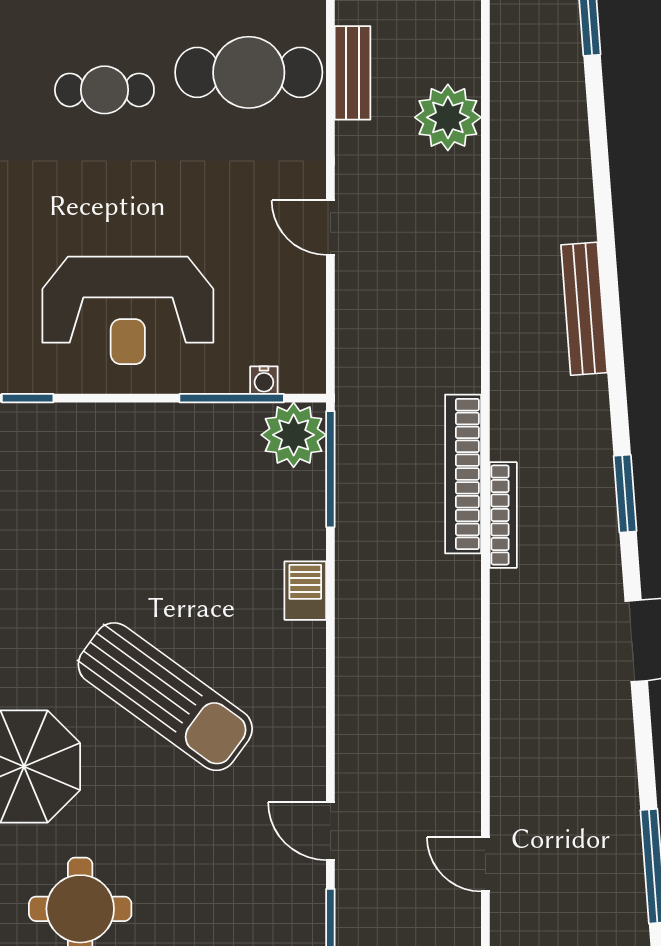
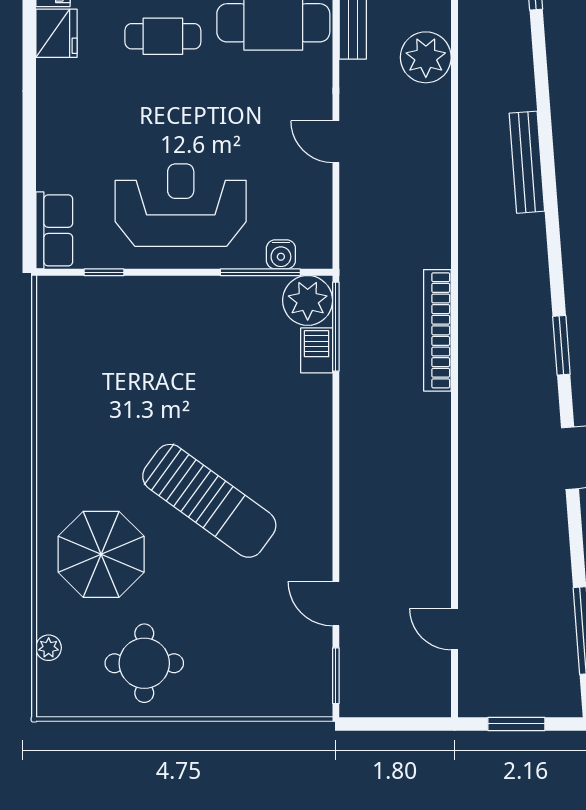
bench: (584, 309) -> (527, 162), moved
reception desk: (128, 310) -> (181, 205), turned 180
water cooler: (264, 380) -> (281, 254), width x1.38, depth x1.38
bookcase: (503, 515) -> (468, 362), removed
barbecue: (305, 591) -> (317, 350), moved

